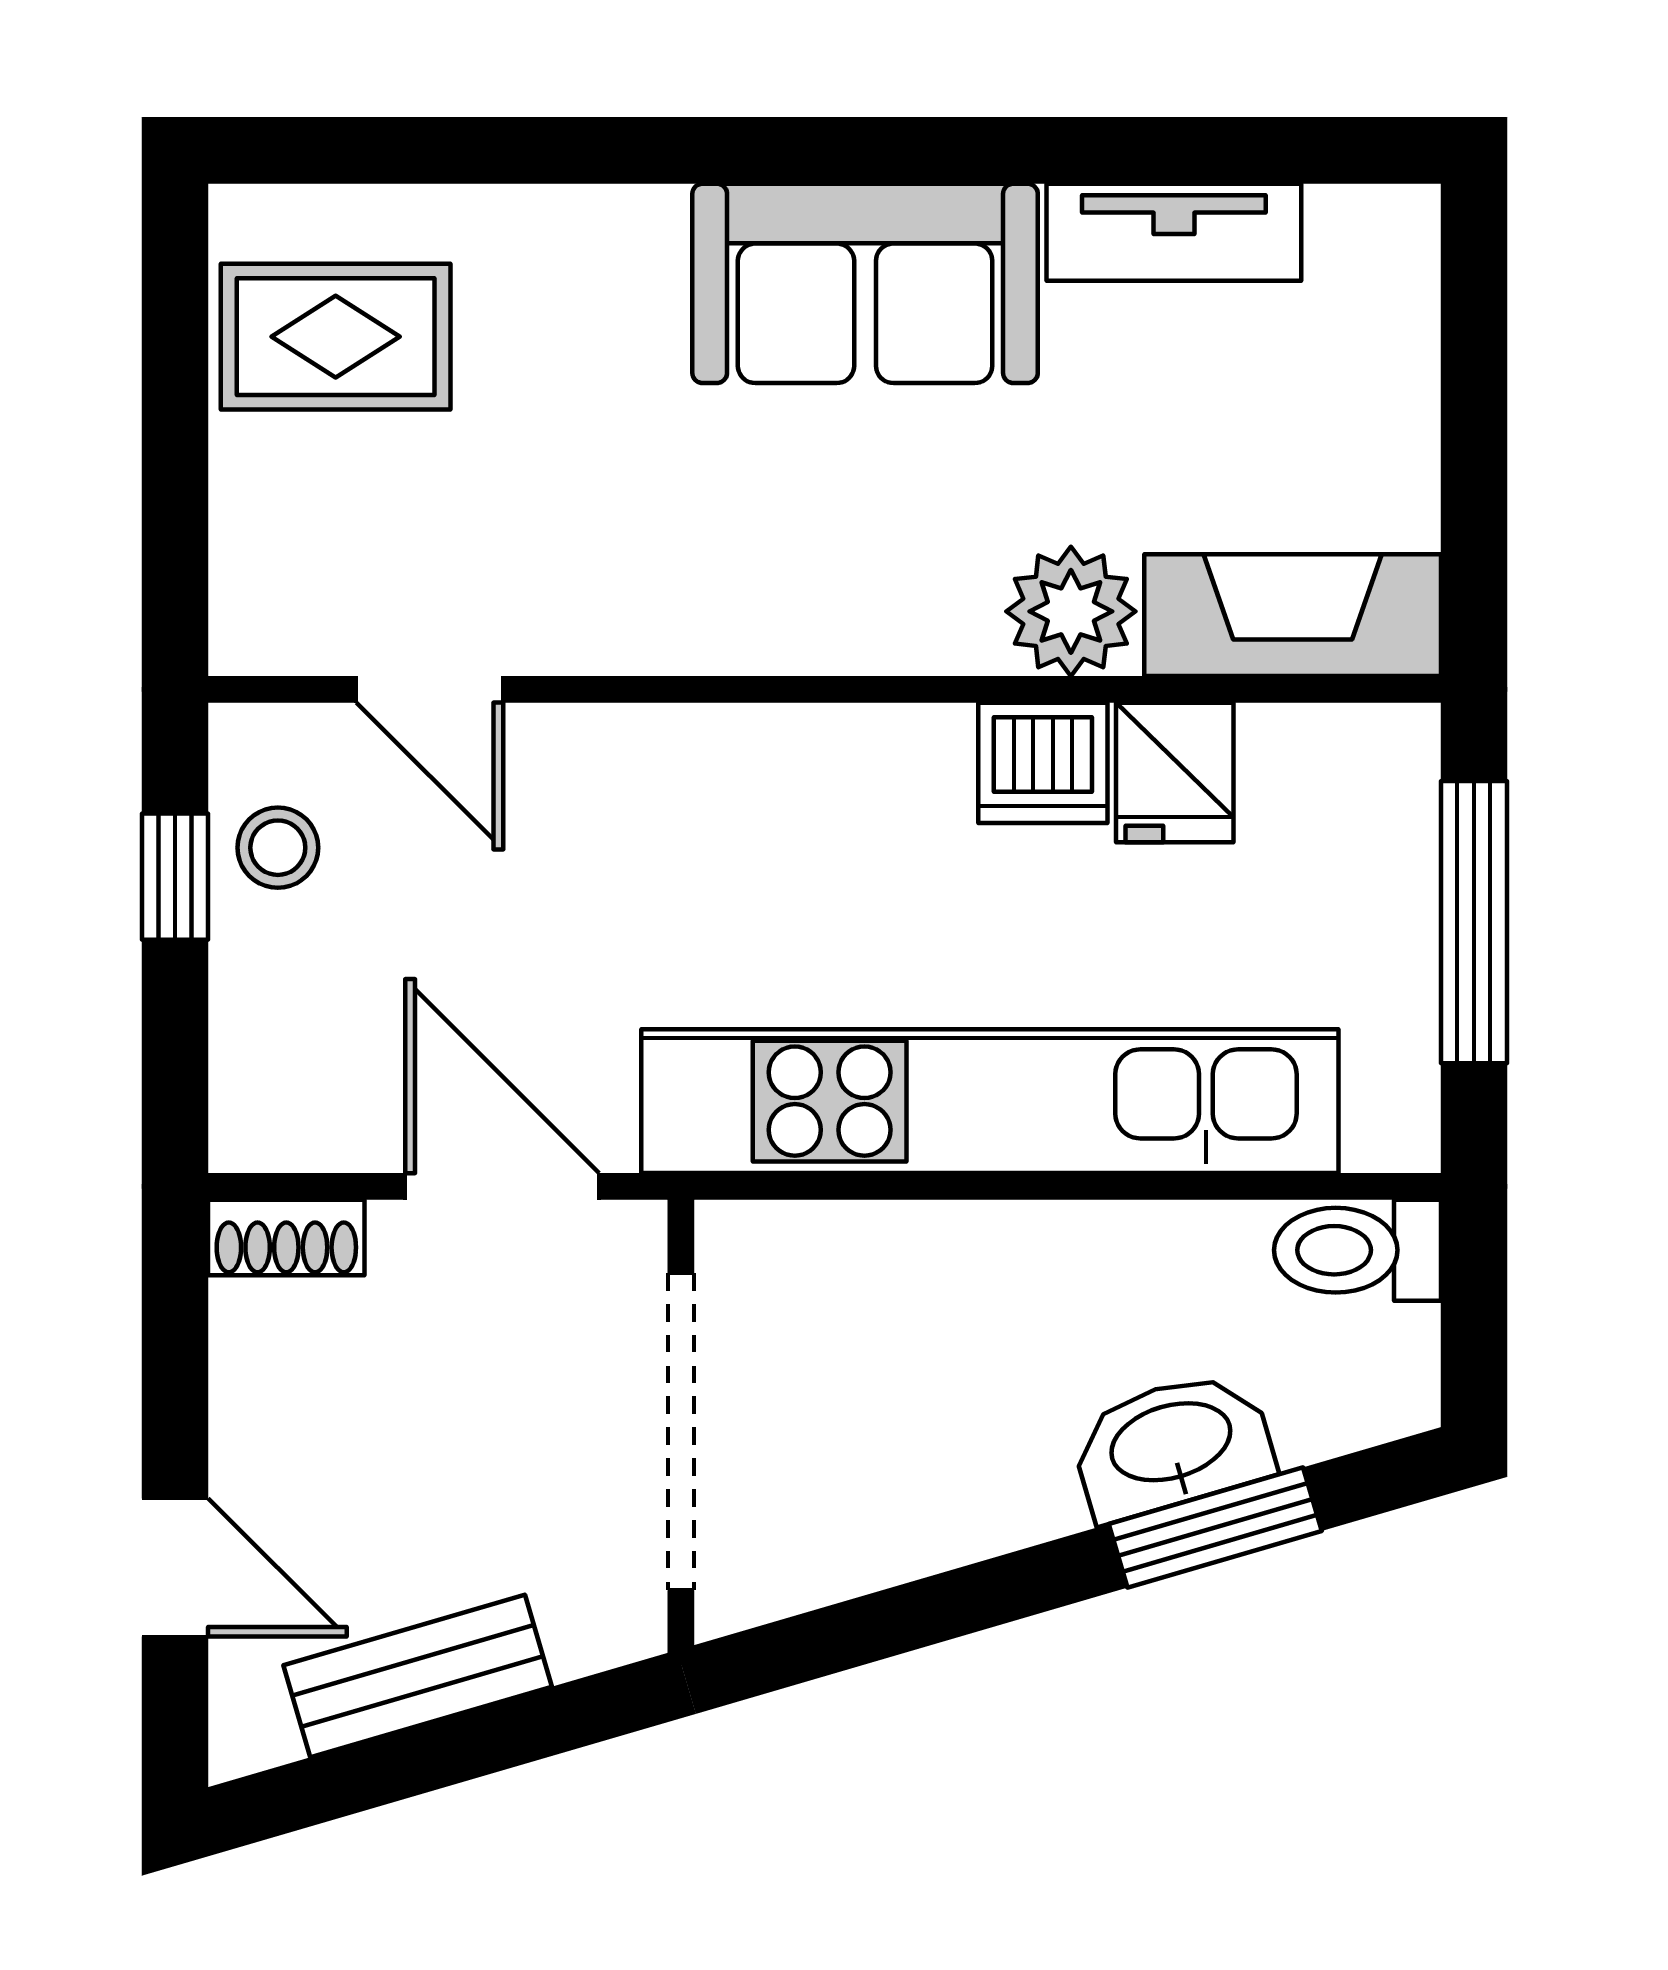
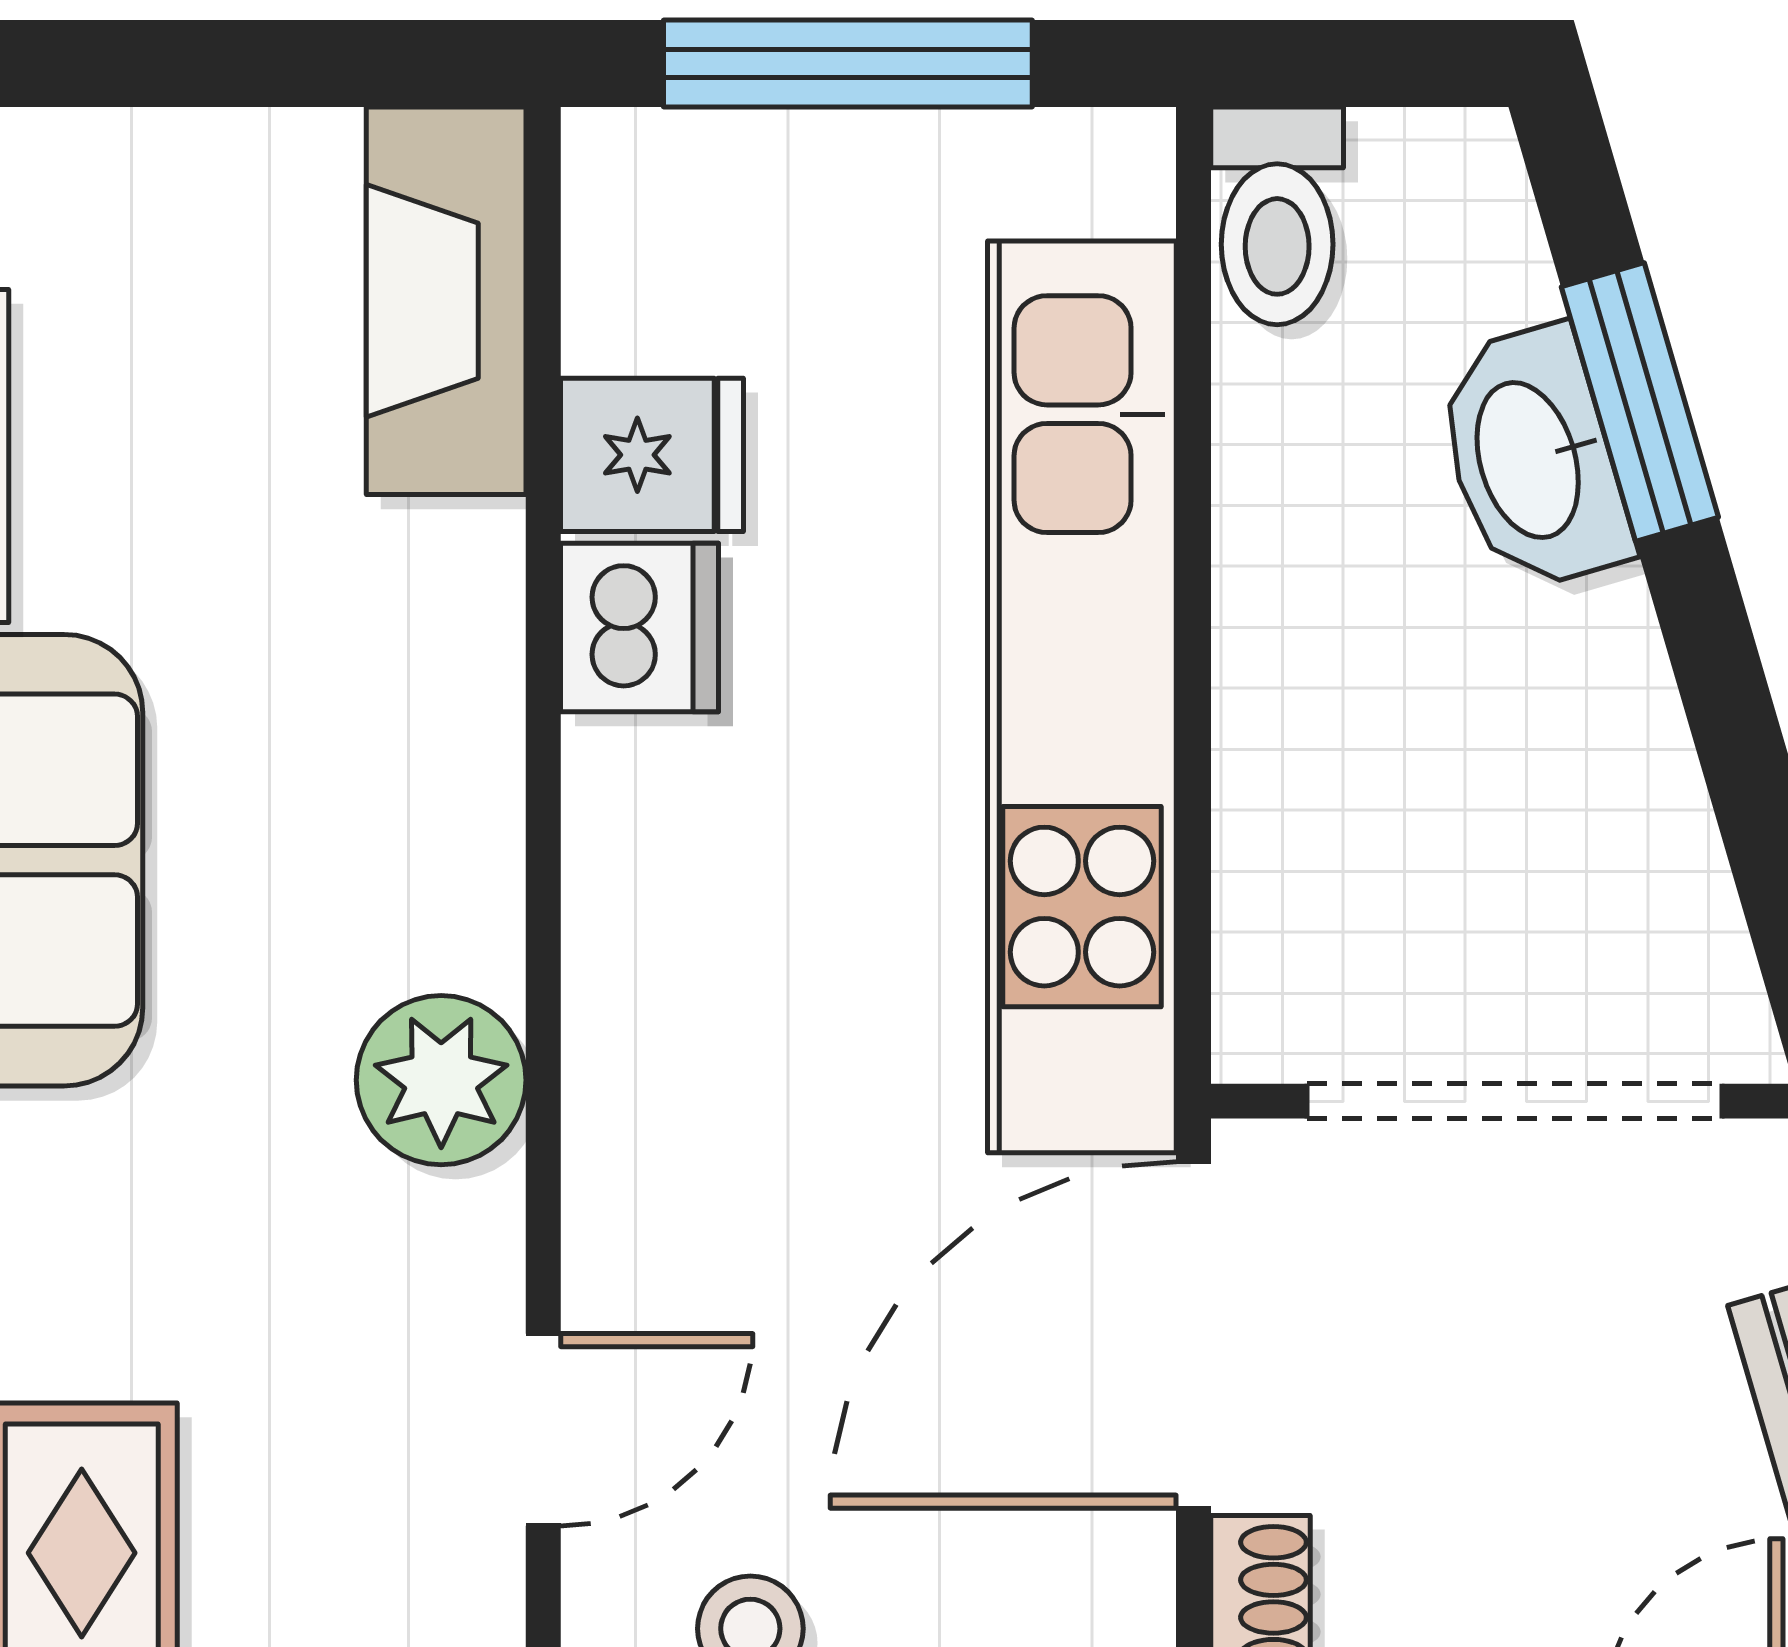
plant: (1071, 611) -> (441, 1080), moved
door: (502, 1186) -> (1194, 1335), width x1.36

